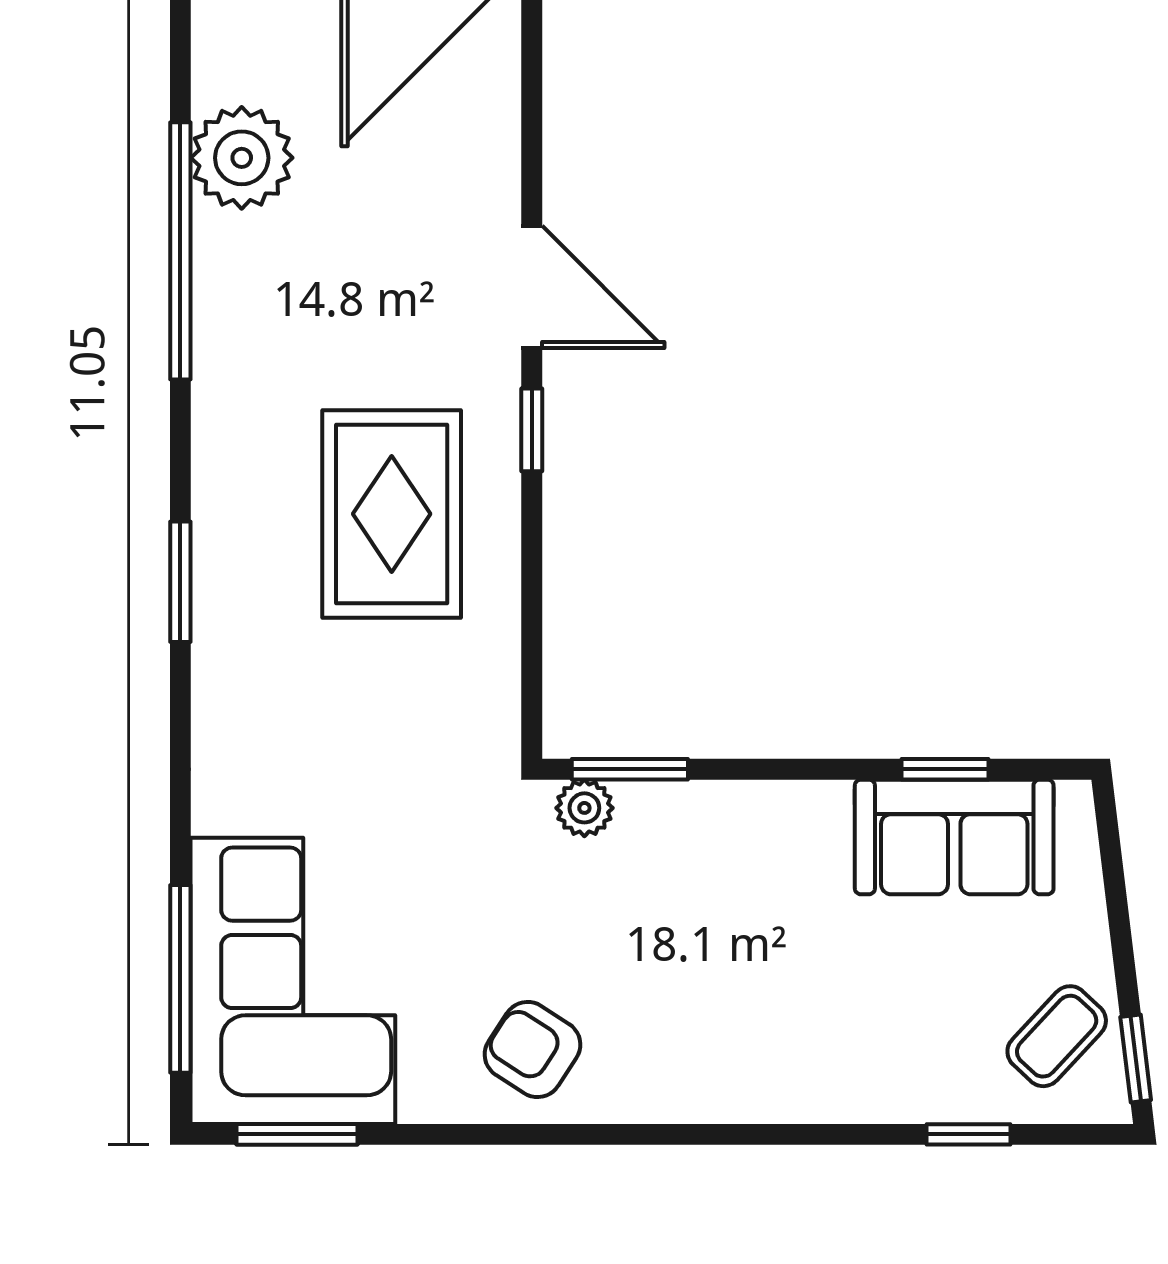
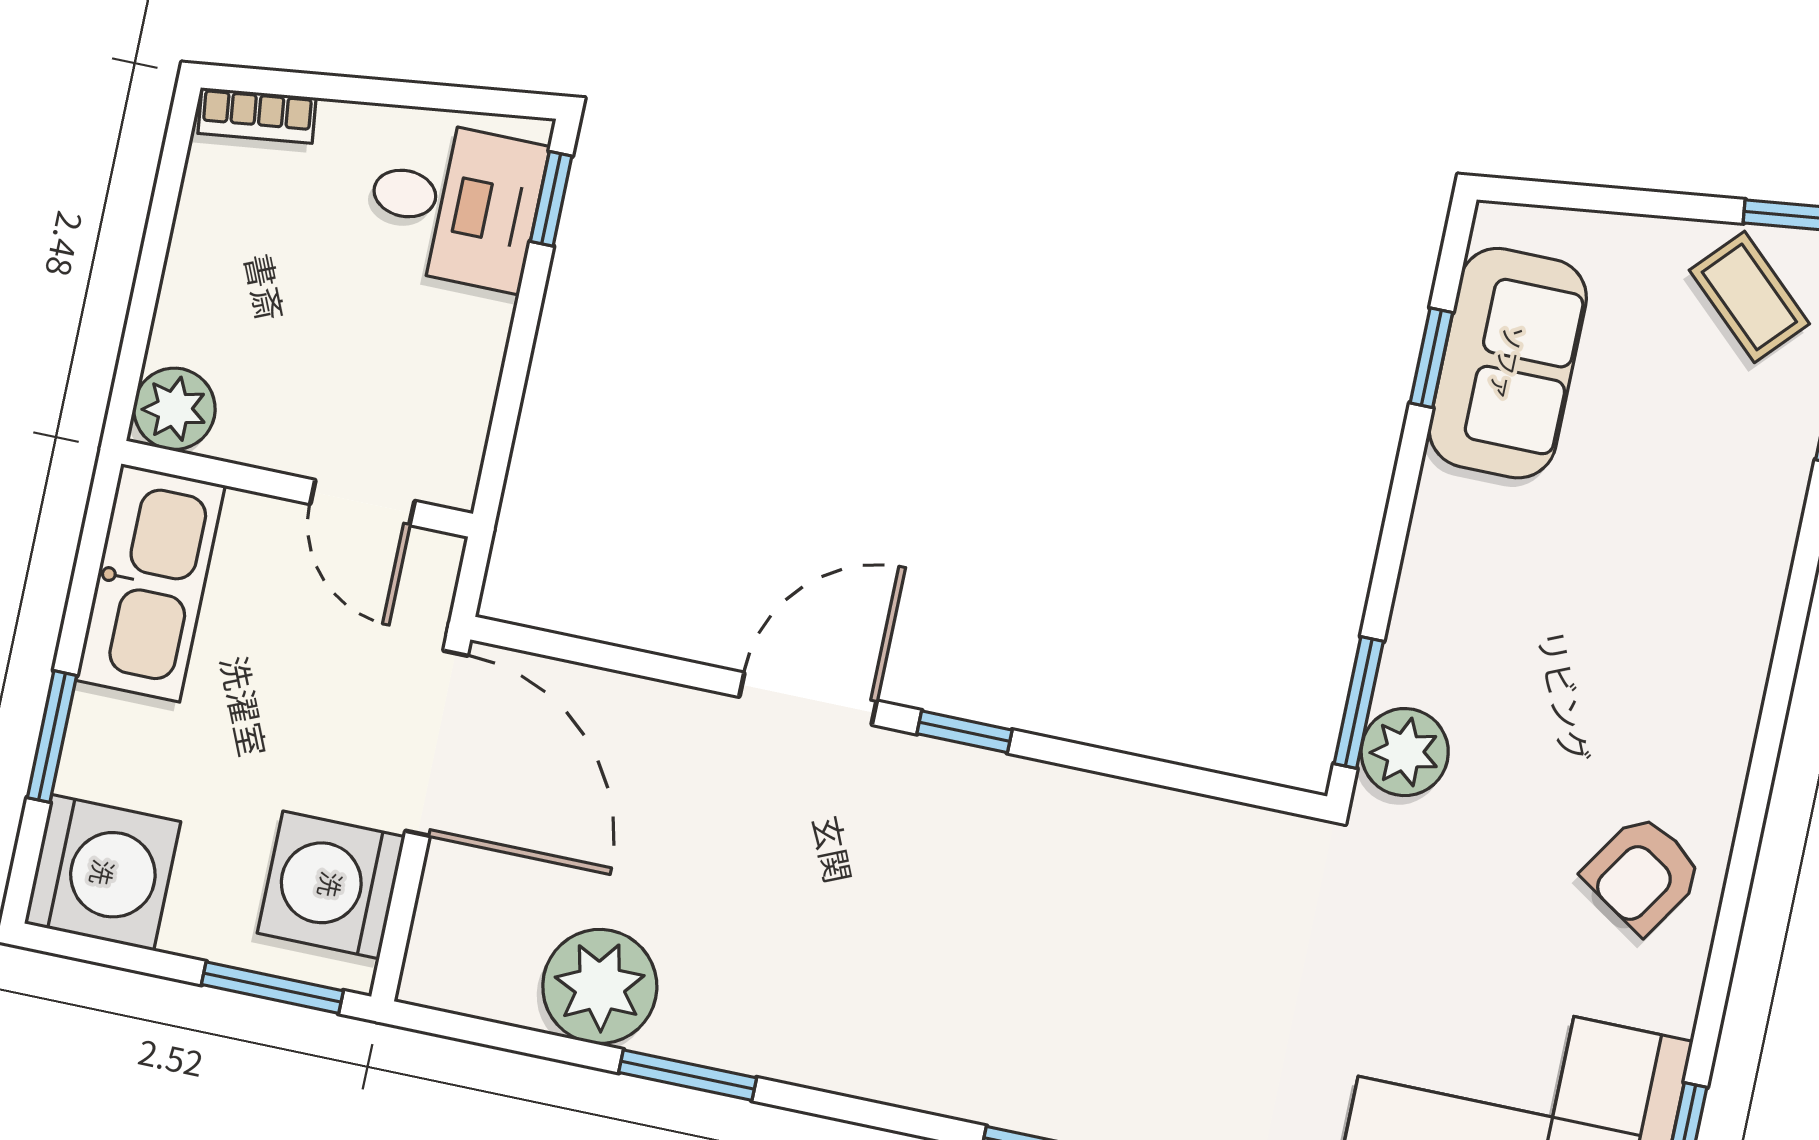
window: (180, 251) -> (688, 1075), width x0.47
rug: (392, 514) -> (1024, 904), removed
plant: (584, 808) -> (1405, 752), width x1.38, depth x1.38

